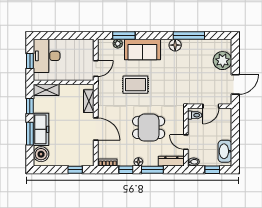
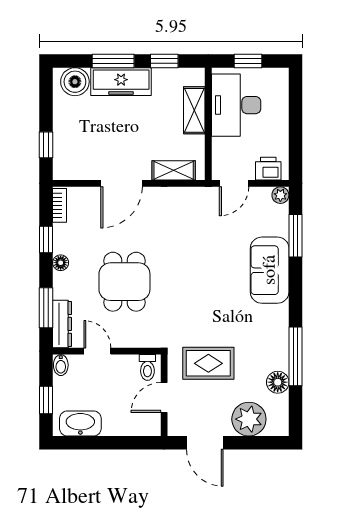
plant: (118, 44) -> (280, 195), moved
floor lamp: (175, 45) -> (278, 382), moved
printer: (88, 50) -> (268, 169), added
desk: (47, 56) -> (236, 105), moved, turned -90
door: (96, 69) -> (234, 183), hinge flipped
rug: (135, 85) -> (208, 363), moved, turned 90
shelving: (46, 90) -> (194, 110), moved
door: (211, 106) -> (164, 398), hinge flipped
door: (186, 142) -> (97, 351), hinge flipped
window: (152, 170) -> (46, 308), moved

